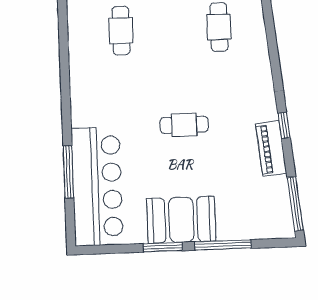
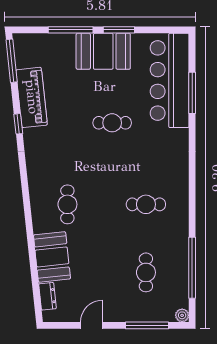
cafe table: (121, 31) -> (146, 204), turned 90
cafe table: (184, 125) -> (112, 123), moved
piano: (271, 149) -> (32, 97), width x1.37, depth x1.33

